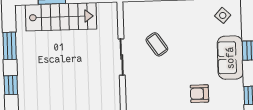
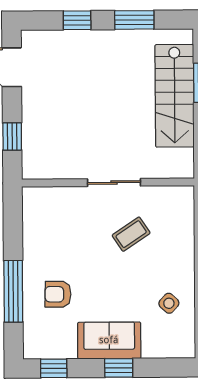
side table: (223, 15) -> (169, 303), moved
armchair: (199, 94) -> (58, 294), turned -89

